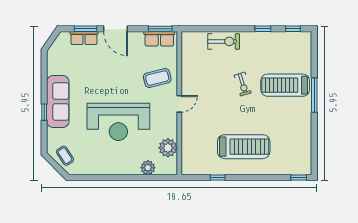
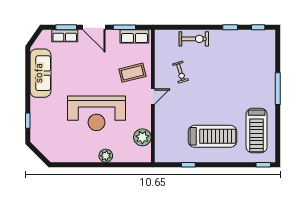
window: (160, 29) -> (124, 27), moved
exercise bike: (243, 84) -> (180, 72), moved
treadmill: (285, 85) -> (257, 130), moved, turned -90
sofa: (58, 102) -> (40, 73), moved
window: (44, 112) -> (28, 121), moved
coffee table: (65, 156) -> (47, 145), removed
plant: (148, 168) -> (106, 156), moved

